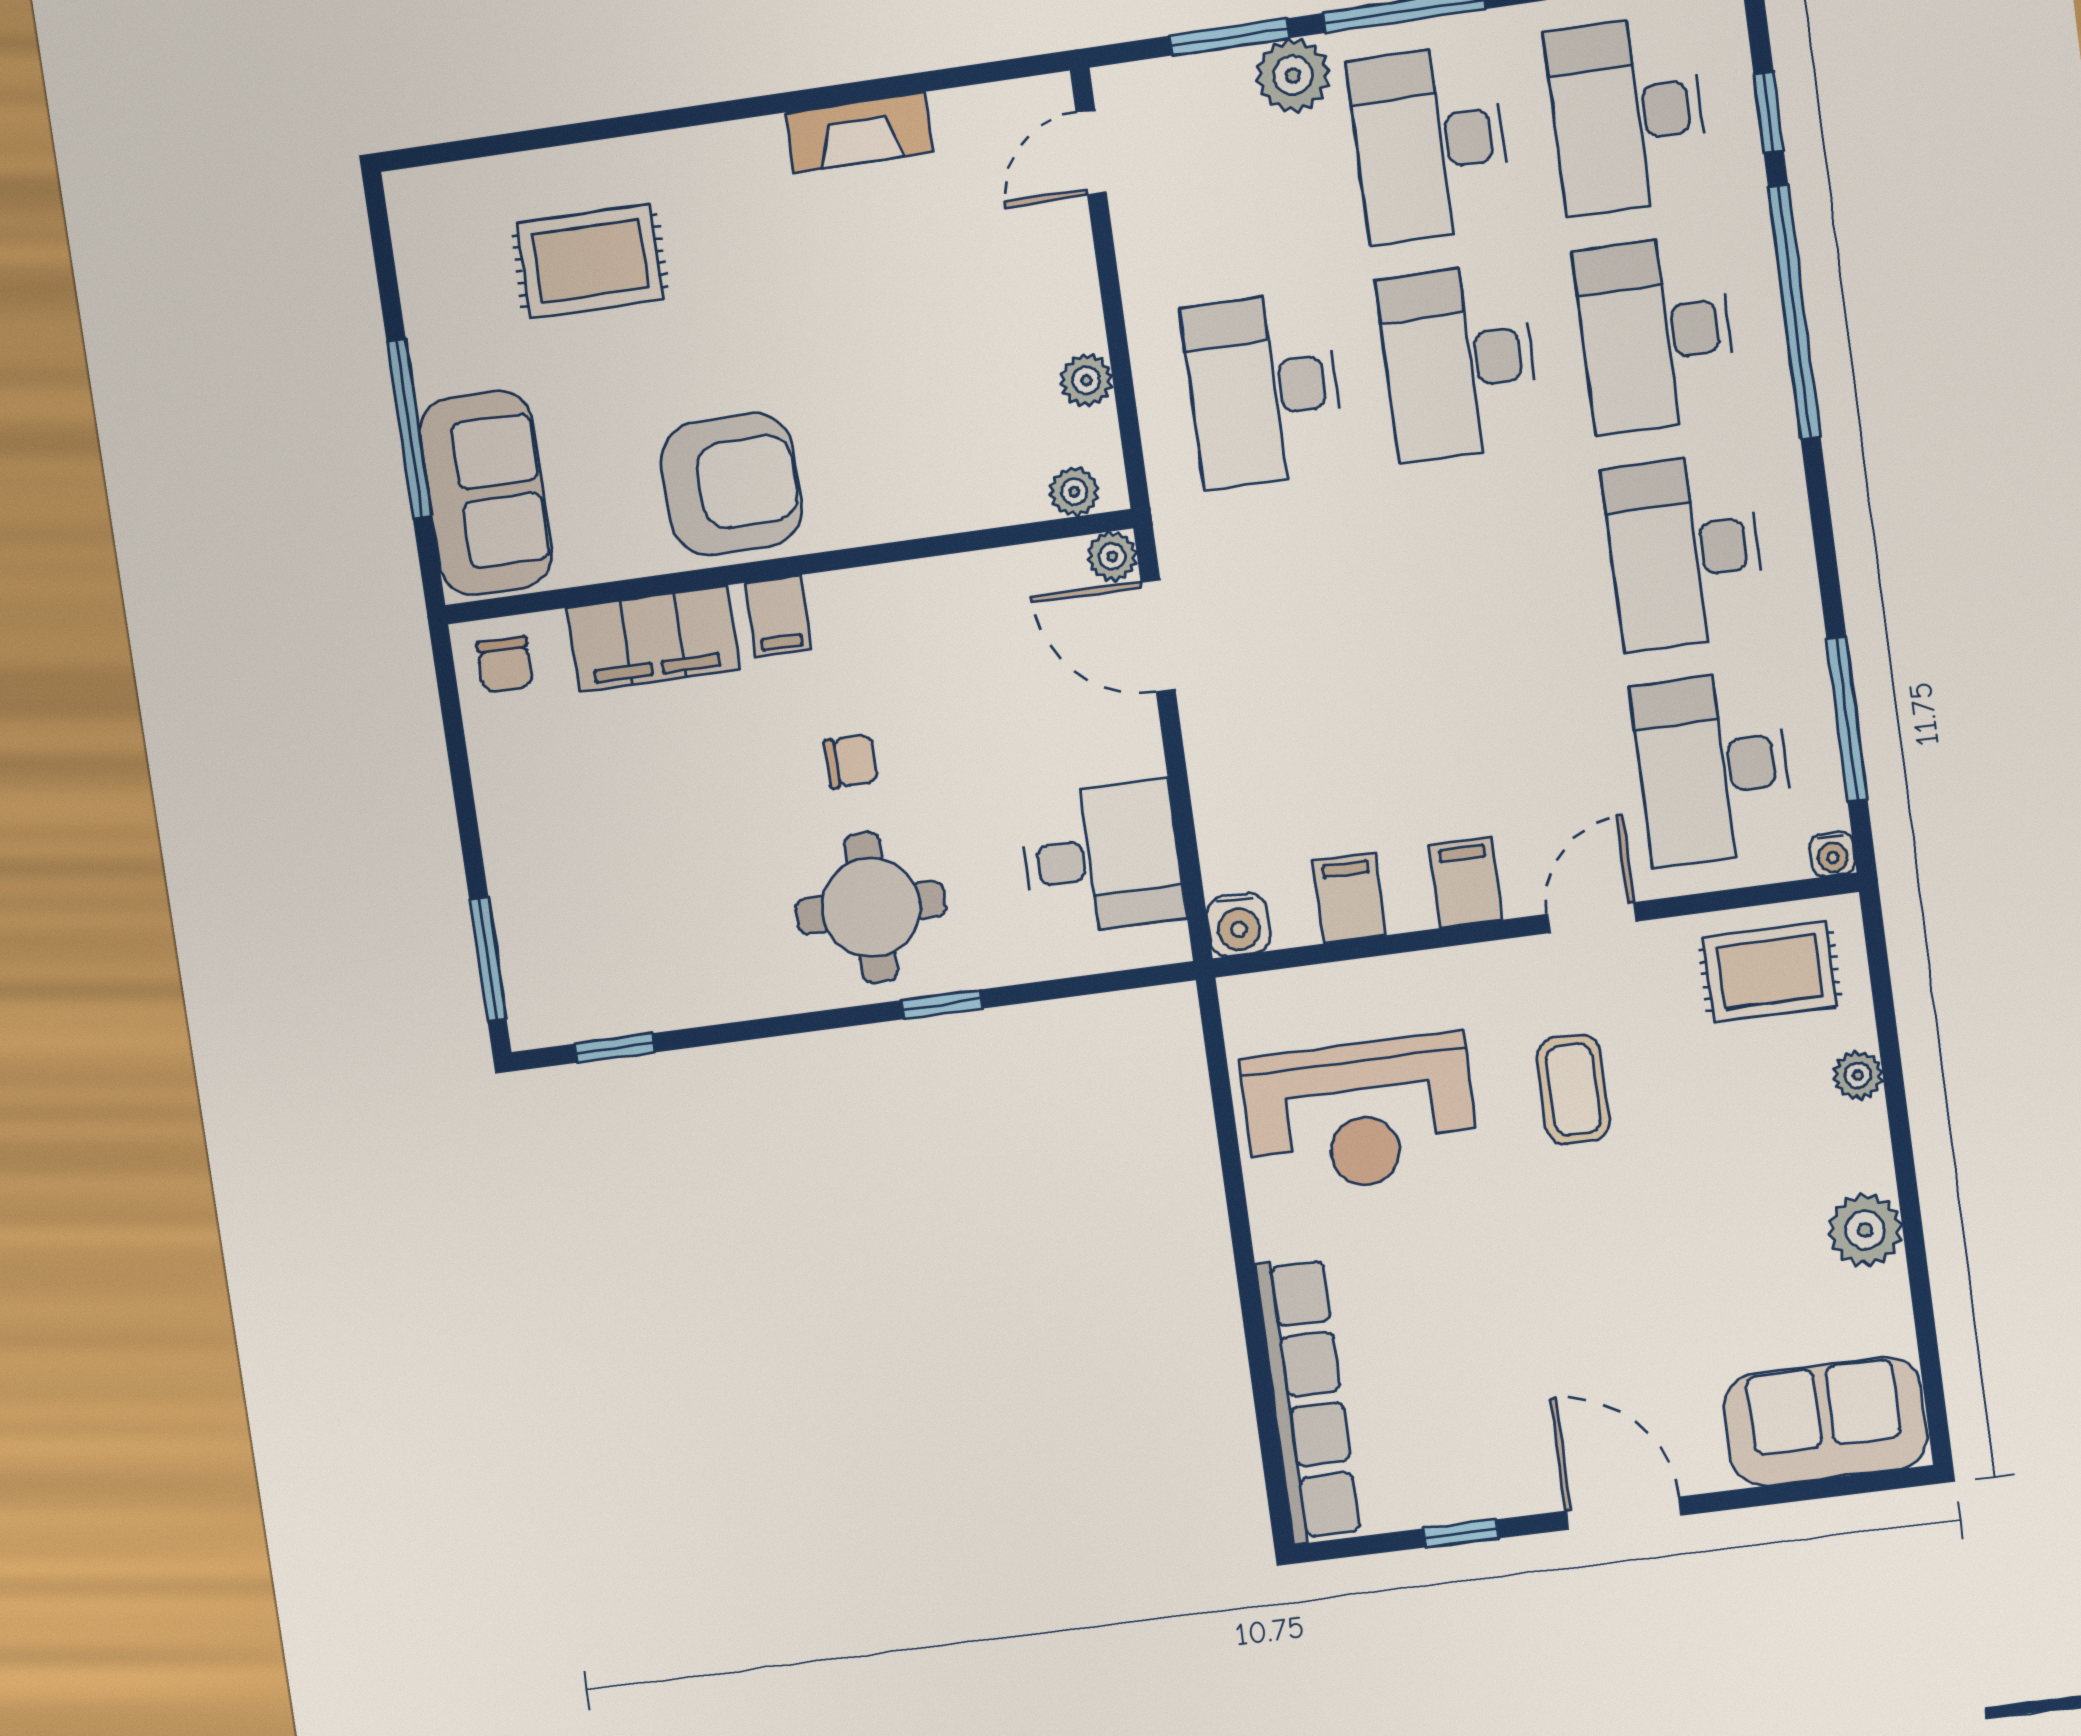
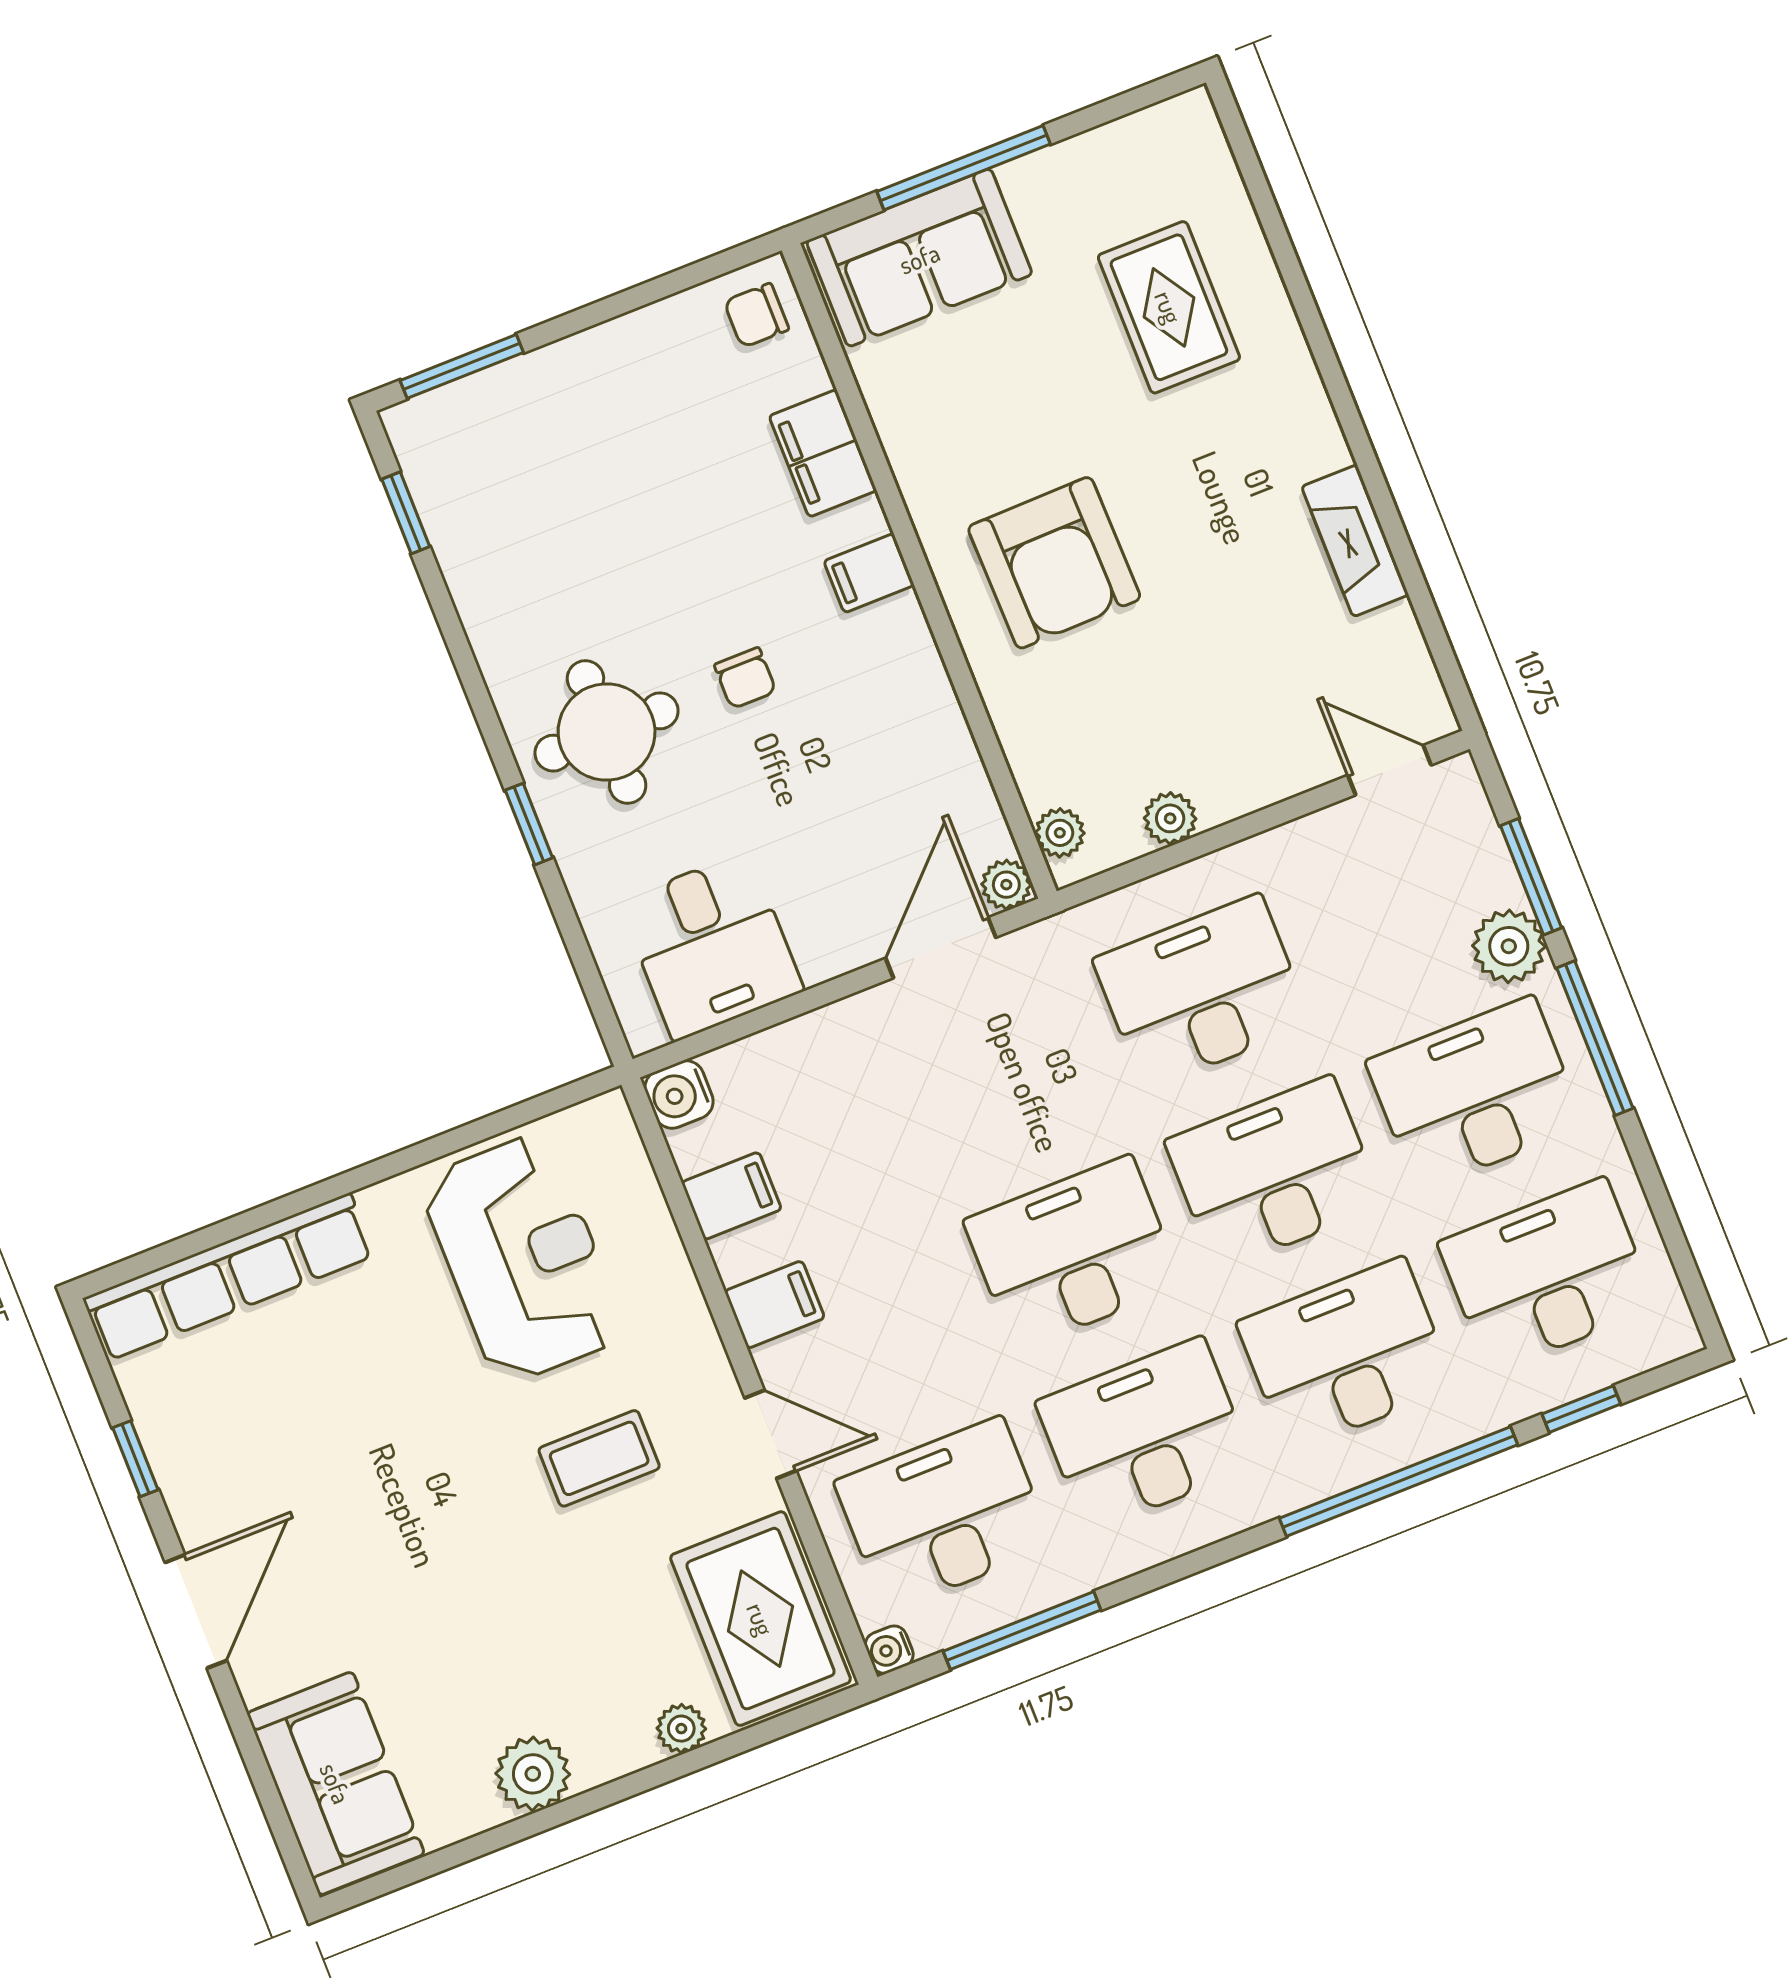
armchair: (731, 484) -> (1054, 563), moved
desk: (1488, 579) -> (1073, 1253), added
filing cabinet: (653, 639) -> (823, 453), width x0.67, depth x0.86
rug: (1770, 972) -> (761, 1619), width x1.36, depth x1.43
reception desk: (1360, 1115) -> (523, 1258), turned 180

